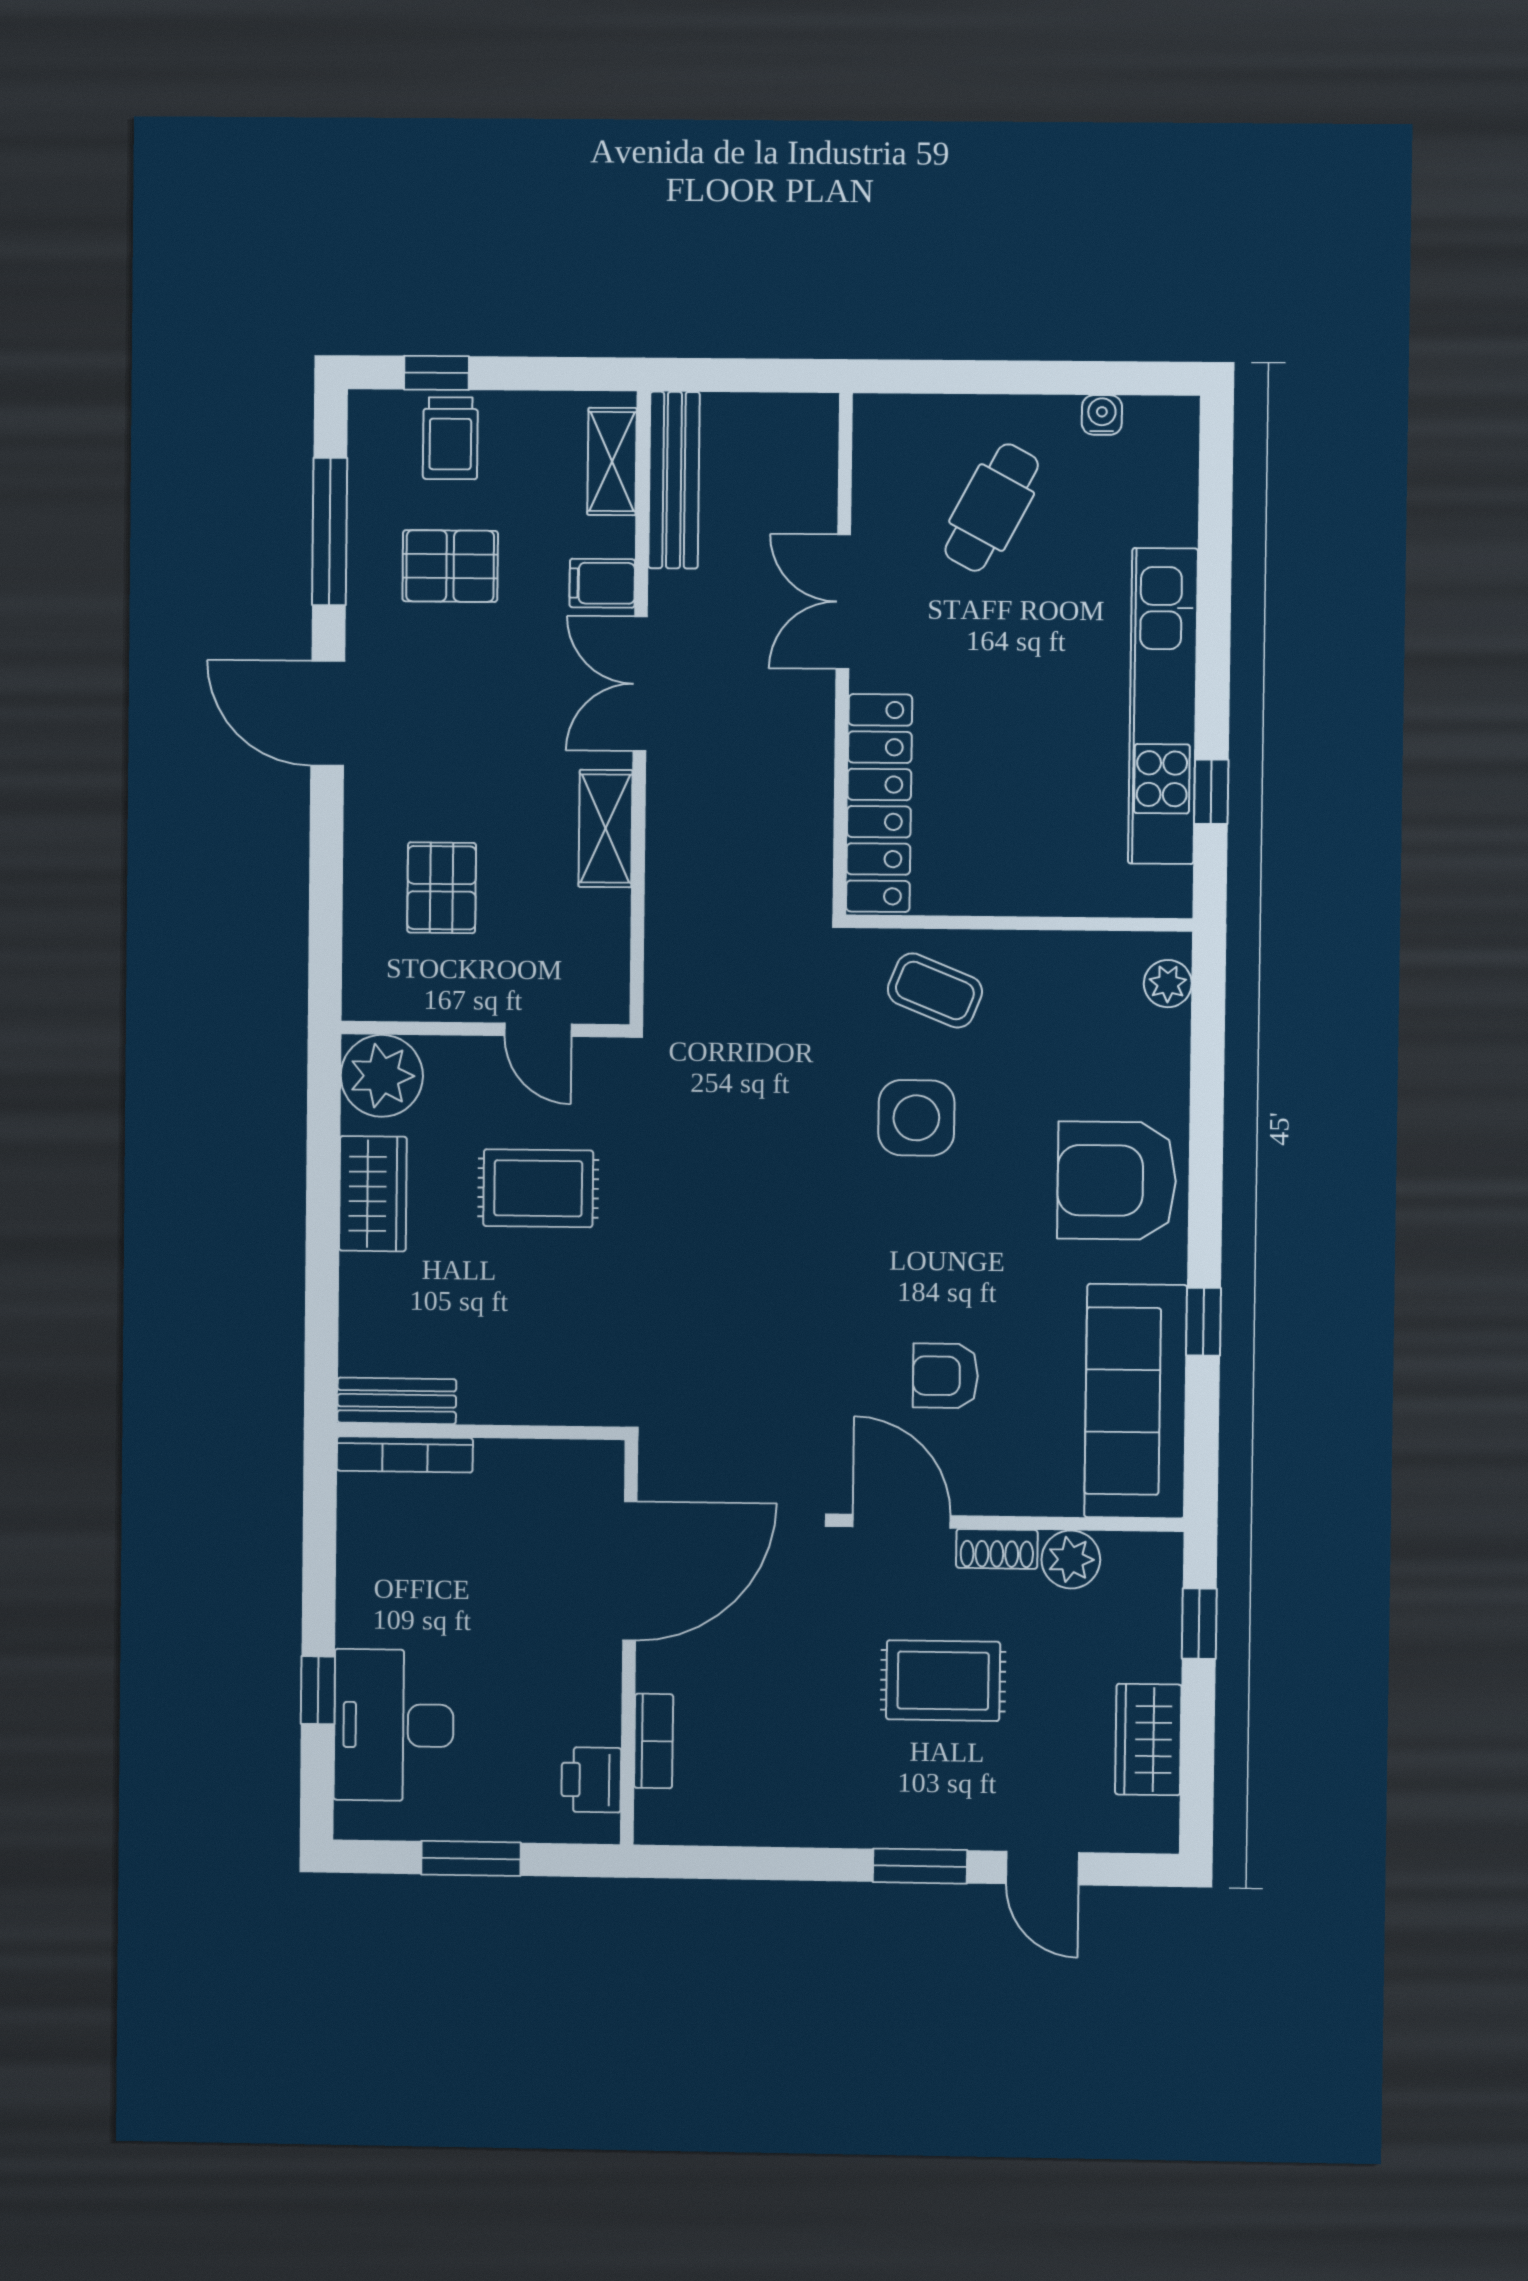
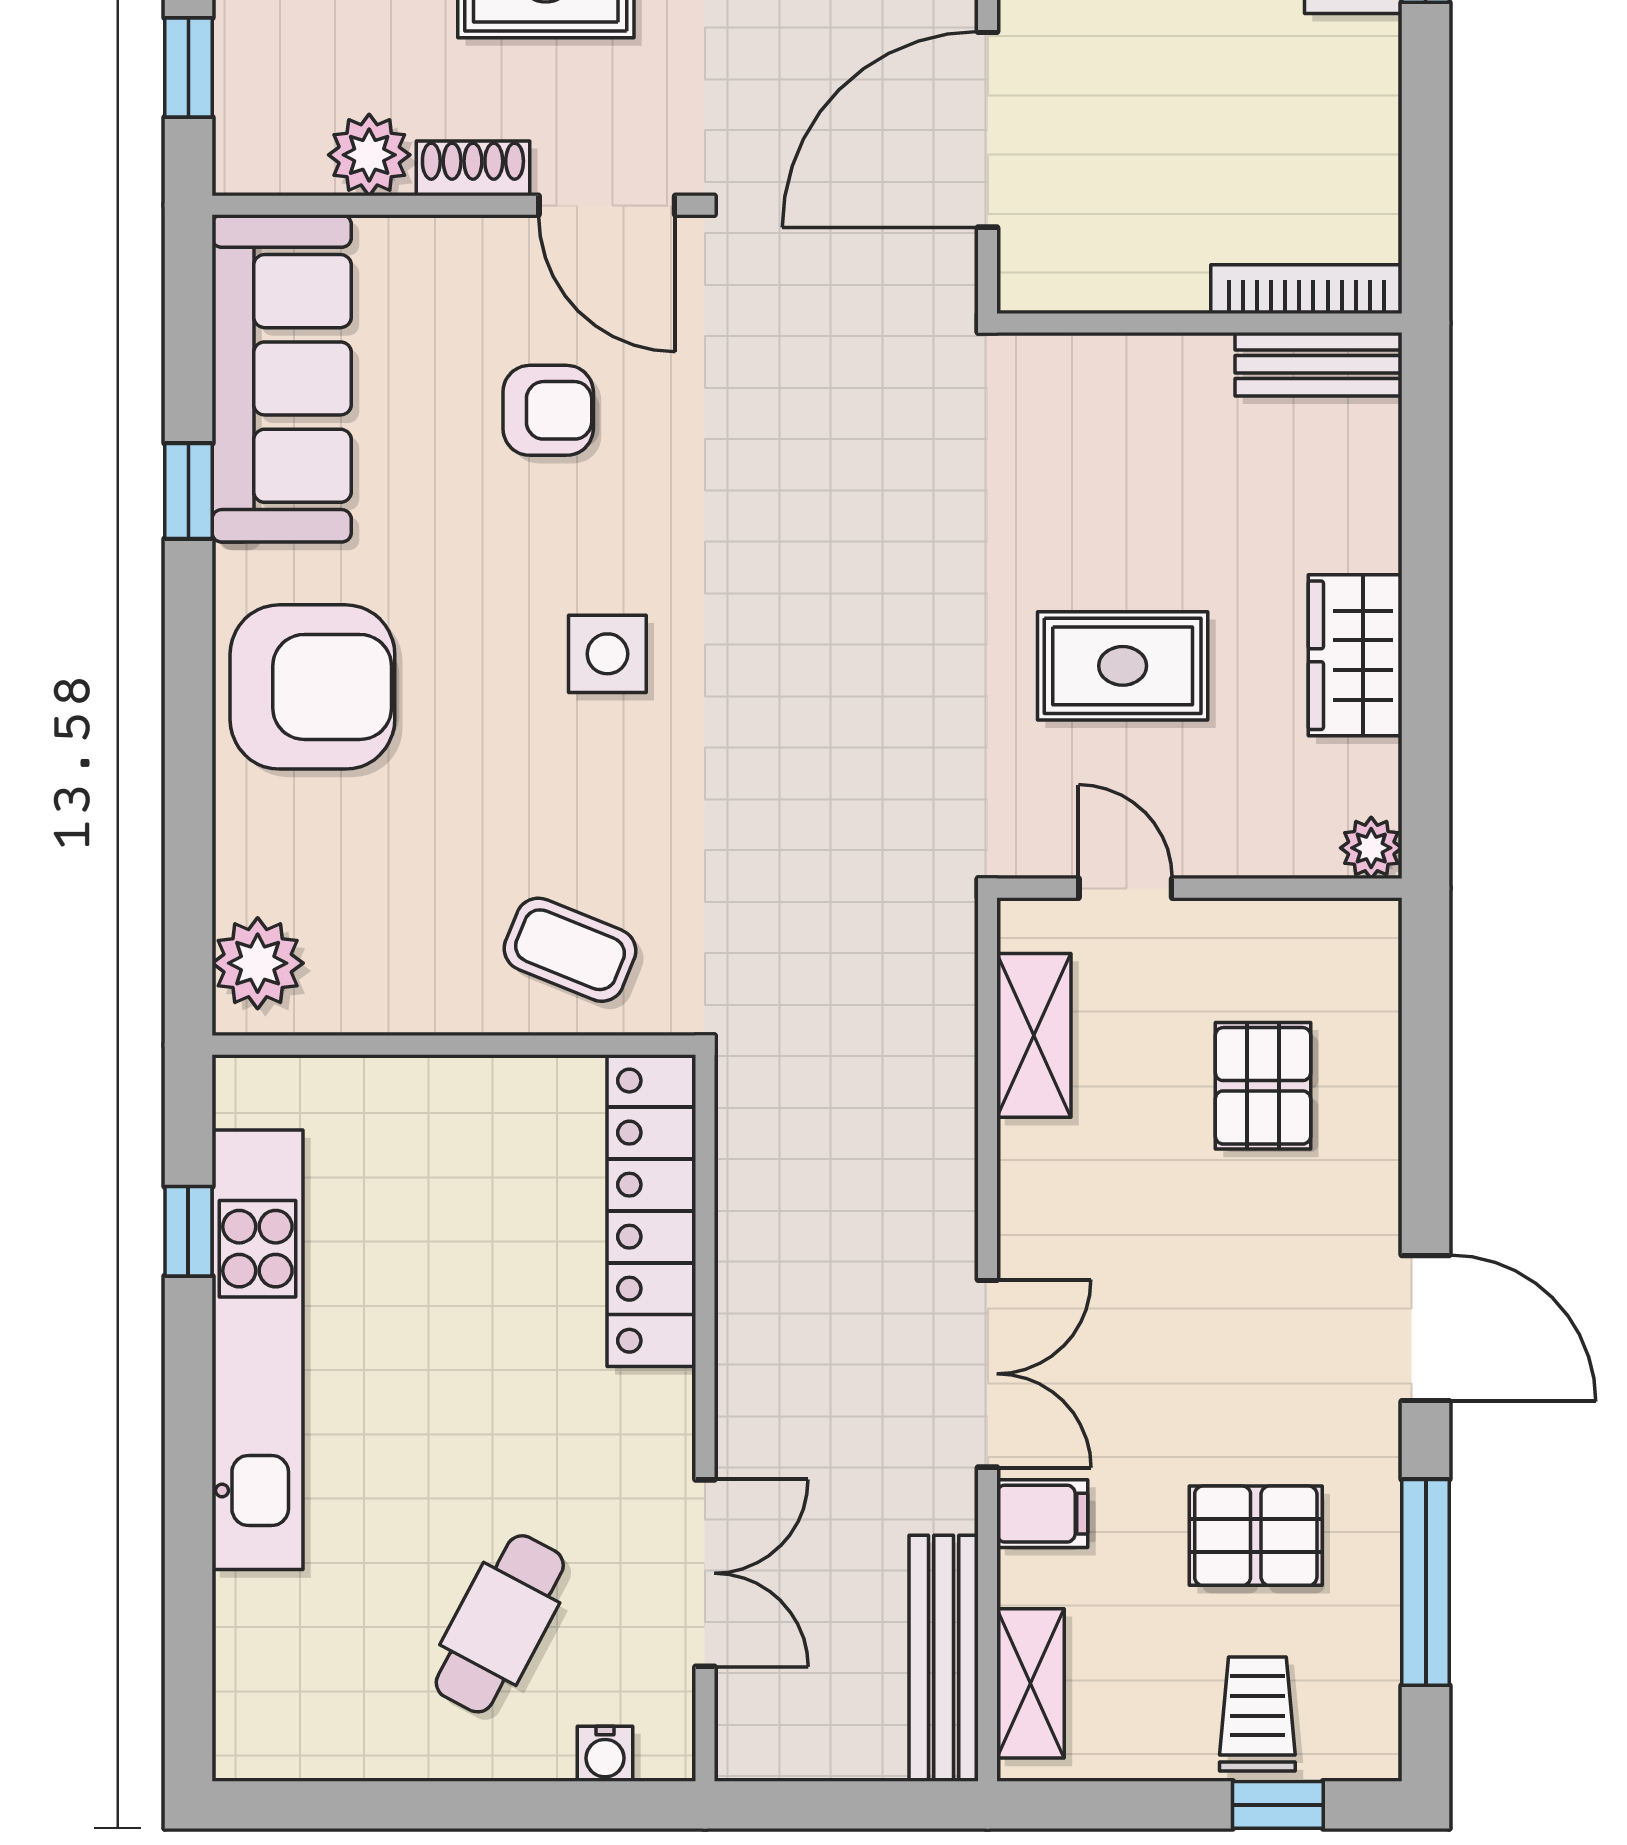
water cooler: (1102, 415) -> (605, 1754), moved
double door: (843, 602) -> (705, 1573), moved
shelving: (605, 828) -> (1034, 1035), moved
plant: (1168, 984) -> (258, 963), width x1.38, depth x1.38
plant: (382, 1076) -> (1371, 848), width x0.53, depth x0.53
side table: (916, 1118) -> (607, 654), moved, width x0.73, depth x0.73

